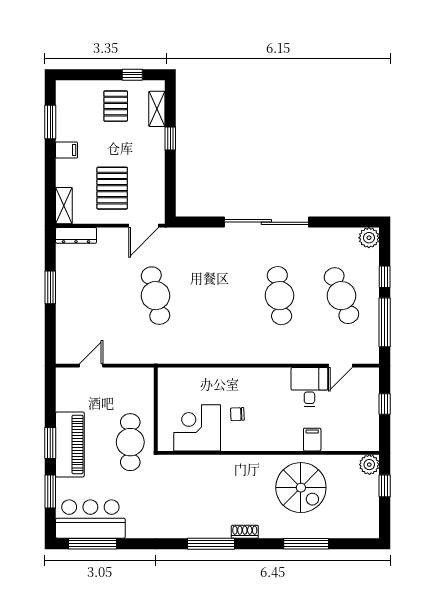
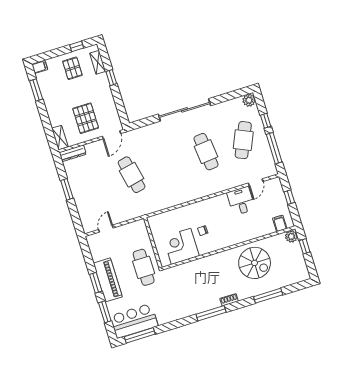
filing cabinet: (67, 150) -> (40, 67), moved
cafe table: (341, 296) -> (243, 140), turned 45
filing cabinet: (312, 440) -> (280, 223), moved

